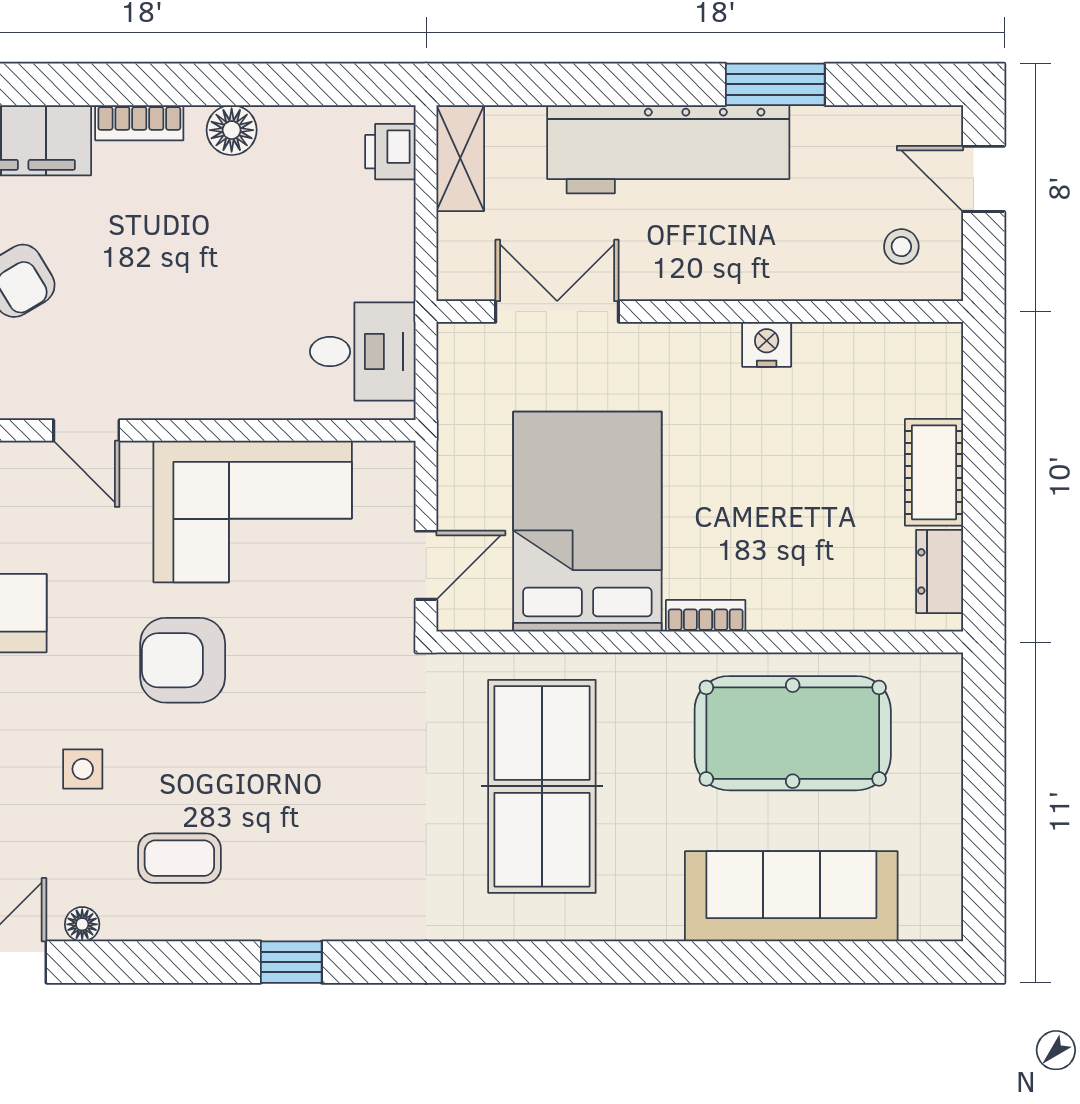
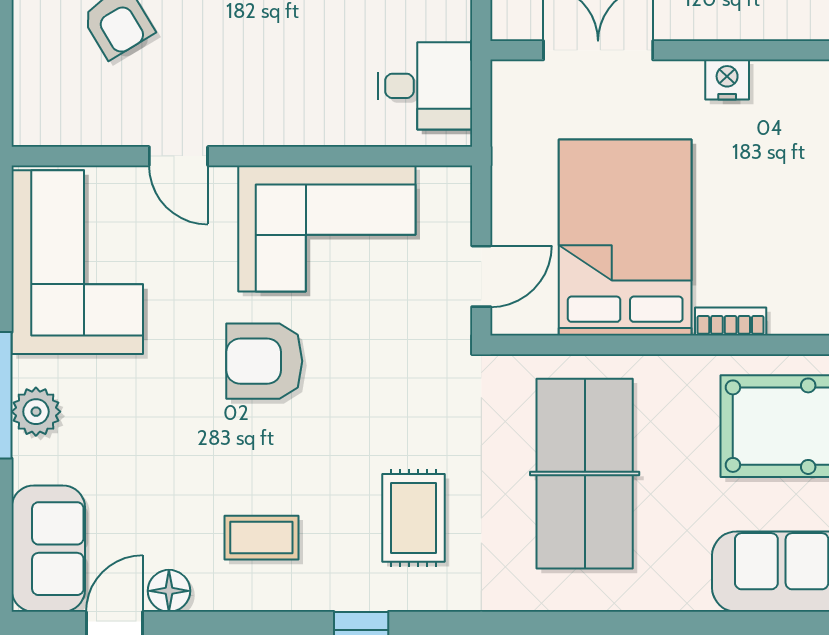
nightstand: (767, 344) -> (727, 80), moved
side table: (83, 769) -> (175, 458), removed
rug: (350, 836) -> (414, 518), added
floor lamp: (82, 924) -> (169, 591), width x1.37, depth x1.37

